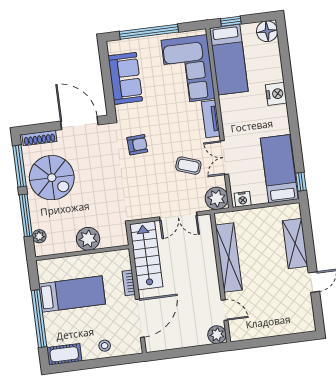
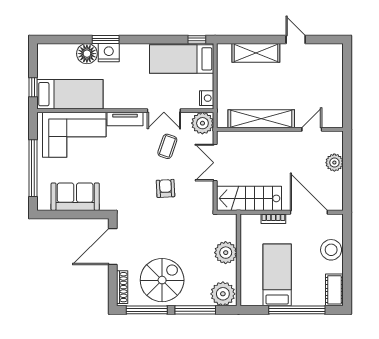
floor lamp: (267, 31) -> (87, 54), moved
window: (289, 89) -> (106, 39), added
armchair: (137, 145) -> (166, 188), moved
double door: (178, 216) -> (215, 163), swing flipped
plant: (39, 236) -> (223, 294), width x1.87, depth x1.87
plant: (217, 335) -> (334, 163), moved
stool: (105, 346) -> (331, 250), width x1.89, depth x1.89

